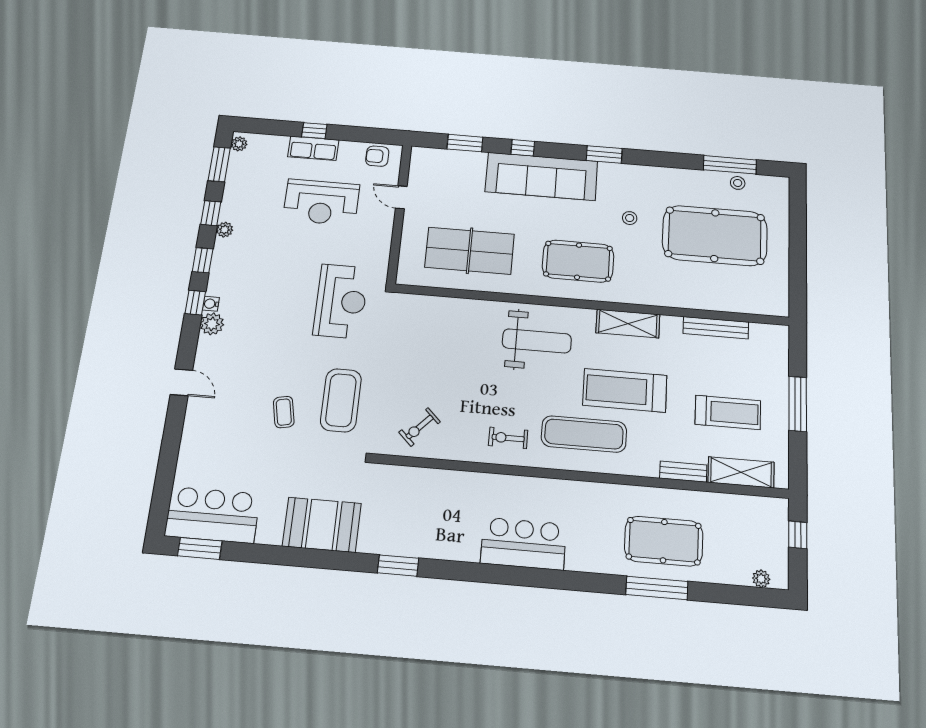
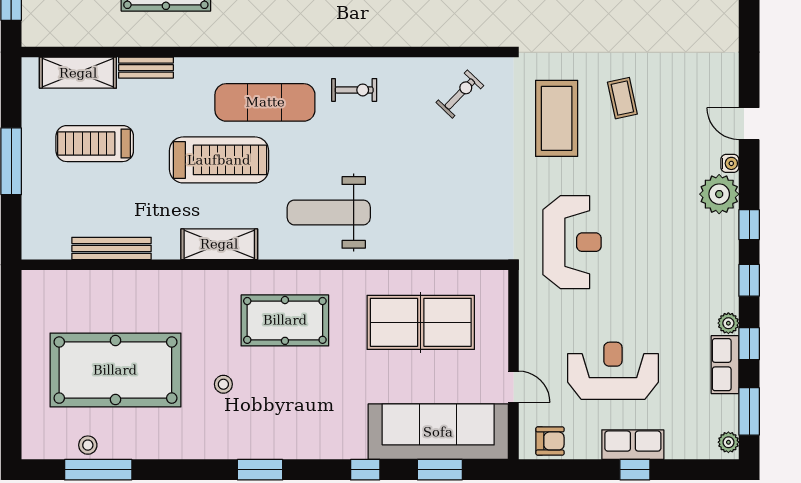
sofa: (541, 176) -> (438, 432), moved
row of seats: (232, 199) -> (725, 365), added
reception desk: (341, 301) -> (572, 242), turned 180
water cooler: (211, 304) -> (730, 163), moved
plant: (212, 324) -> (719, 194), width x1.36, depth x1.36

